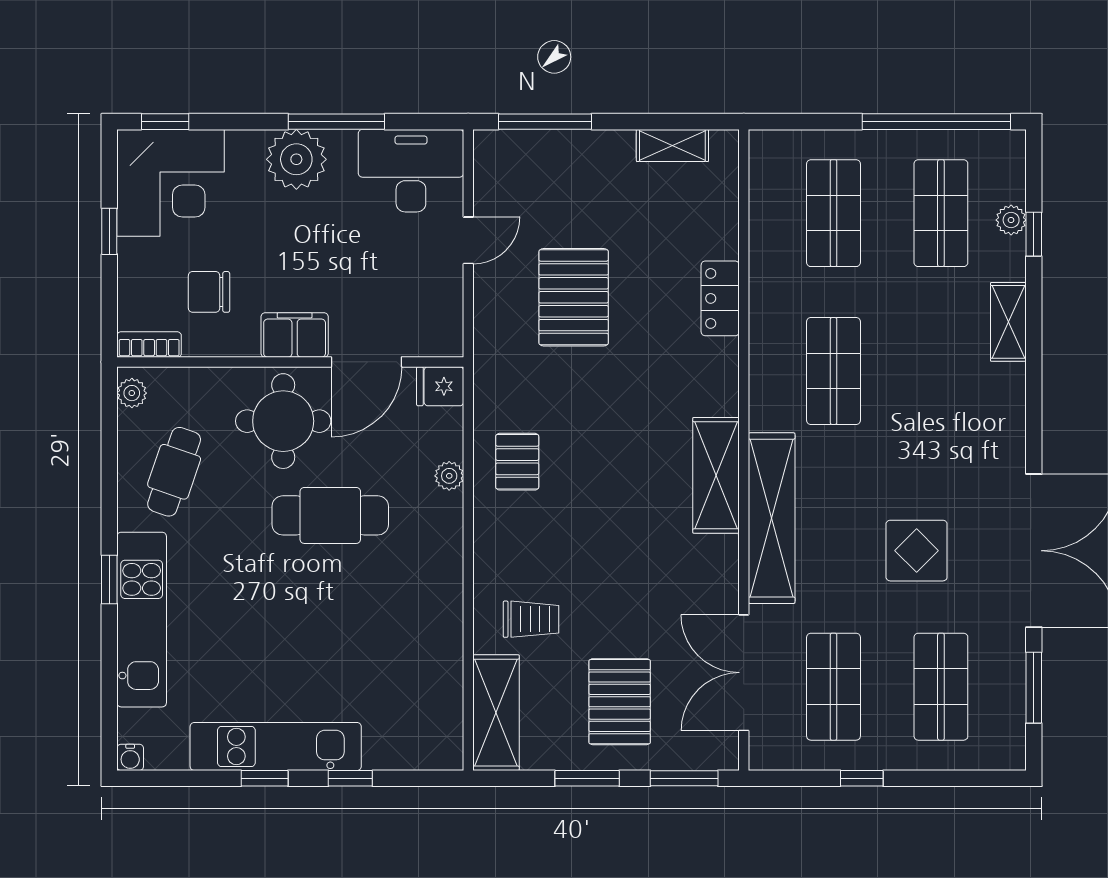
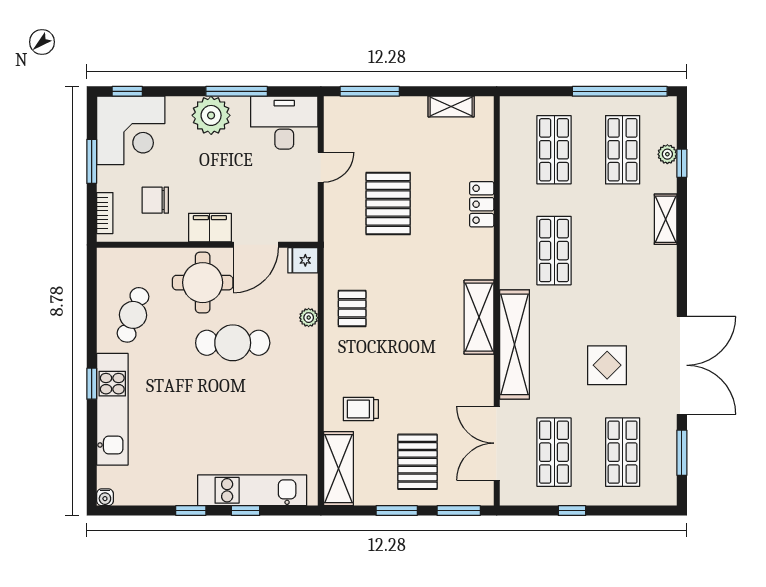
window: (109, 231) -> (92, 161), width x1.50
bookcase: (149, 344) -> (105, 213), moved, turned 90
plant: (132, 393) -> (106, 265), removed
trolley: (531, 619) -> (361, 409), turned 180
kitchen unit: (276, 747) -> (252, 490), moved

